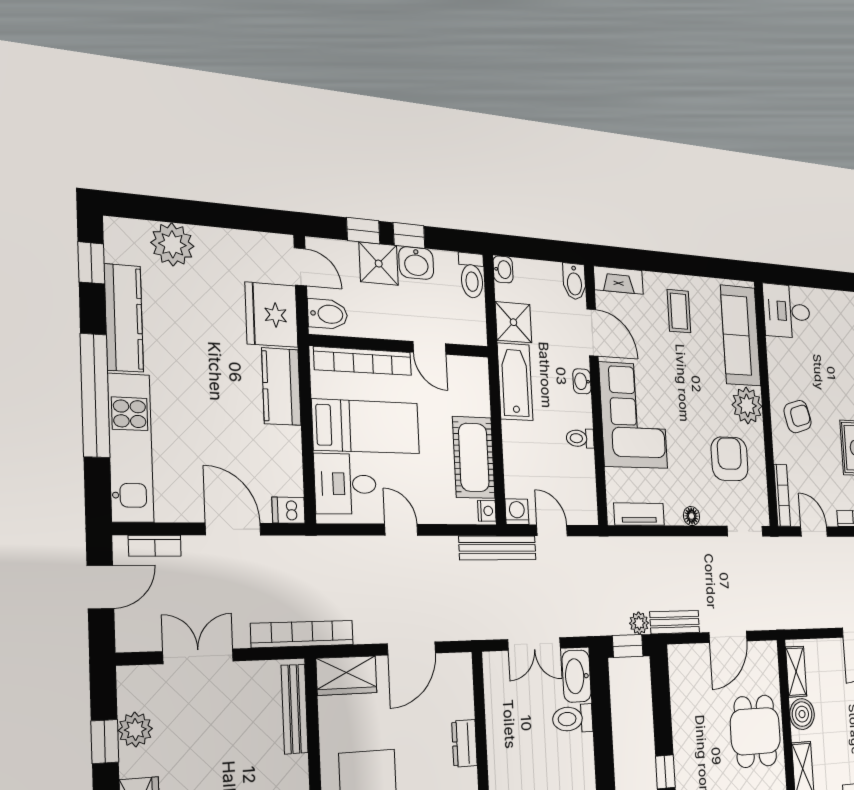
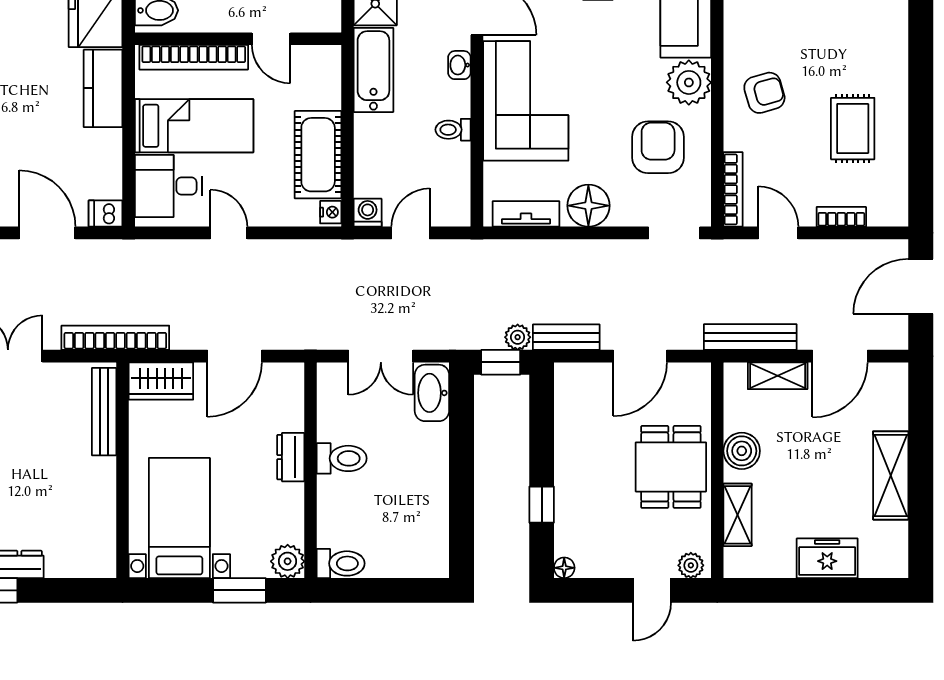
floor lamp: (692, 516) -> (588, 206), width x1.89, depth x1.89
door: (552, 530) -> (411, 233), hinge flipped
bench: (498, 548) -> (750, 337), moved
shelving: (796, 672) -> (778, 376), moved, turned 90
toilet: (573, 719) -> (342, 458), moved, turned 180

